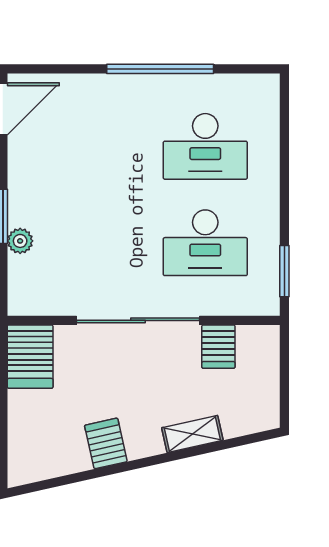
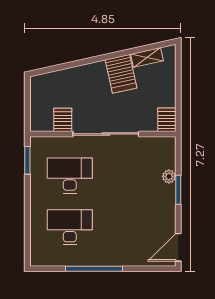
server rack: (30, 357) -> (167, 120), width x0.73, depth x0.70
shelving: (192, 434) -> (147, 57), moved
server rack: (106, 443) -> (121, 74), width x1.36, depth x1.44

